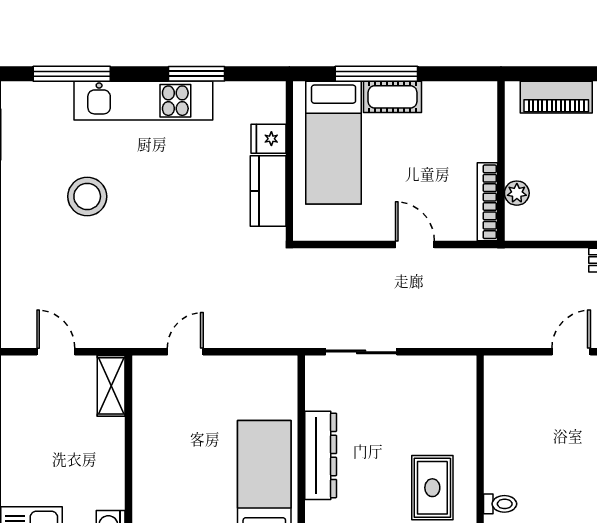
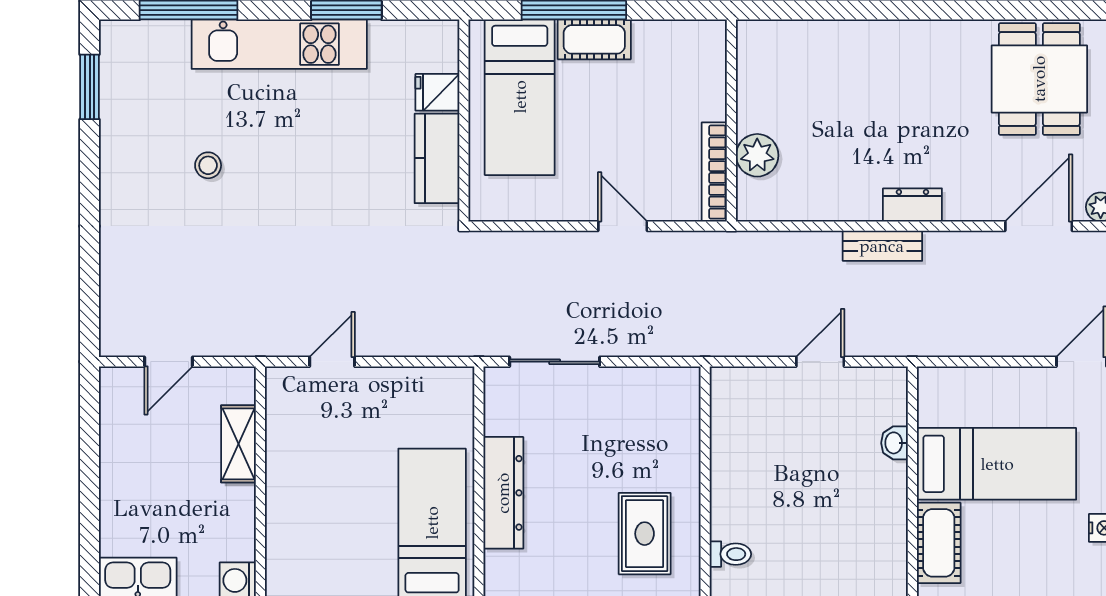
piano: (556, 97) -> (801, 40), removed
plant: (517, 193) -> (757, 155), width x1.38, depth x1.38
stool: (87, 196) -> (208, 165), width x0.53, depth x0.53
door: (56, 352) -> (168, 362), swing flipped
shelving: (111, 386) -> (238, 444), moved

